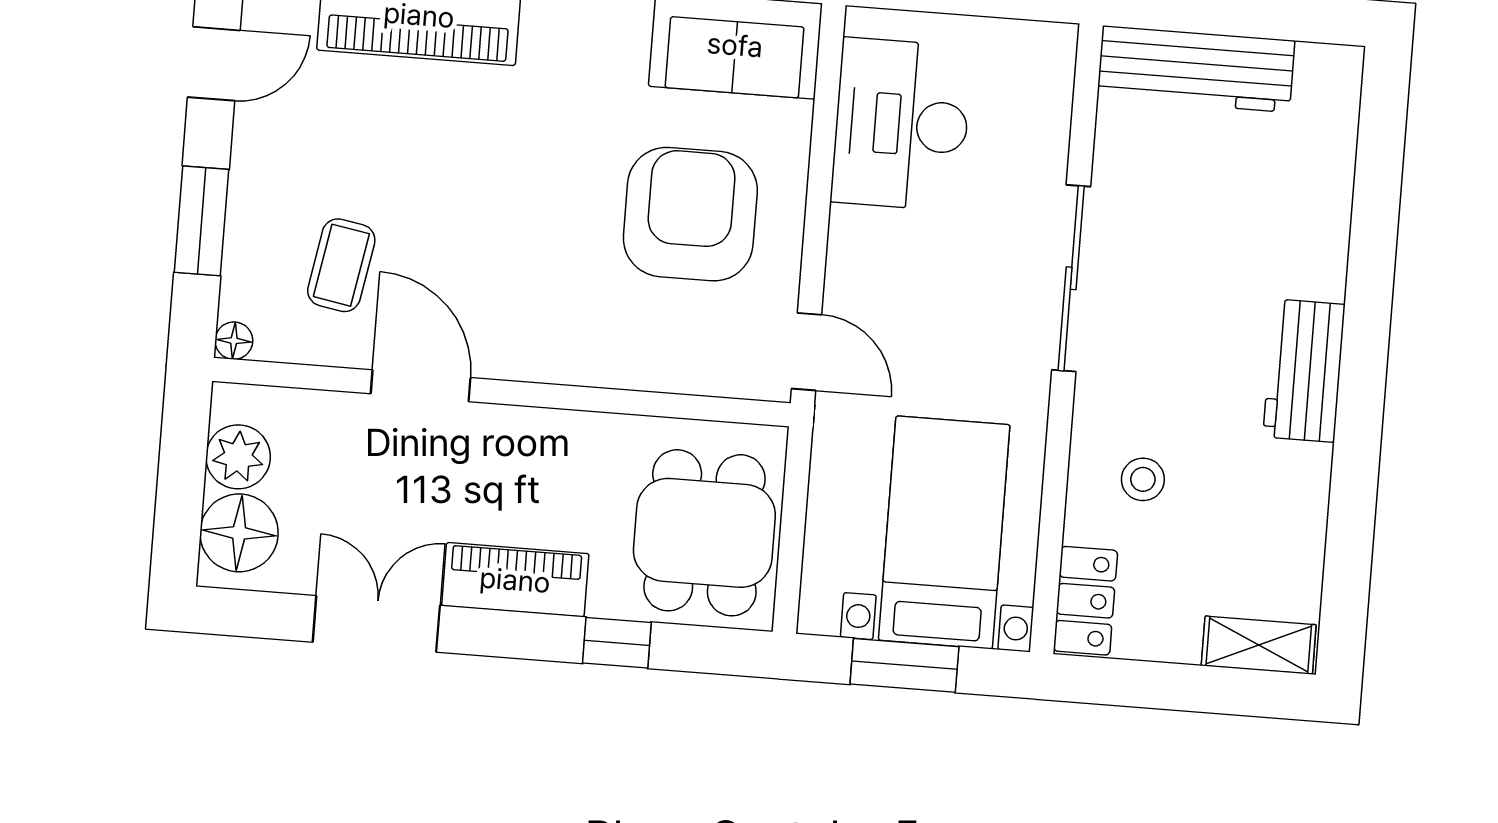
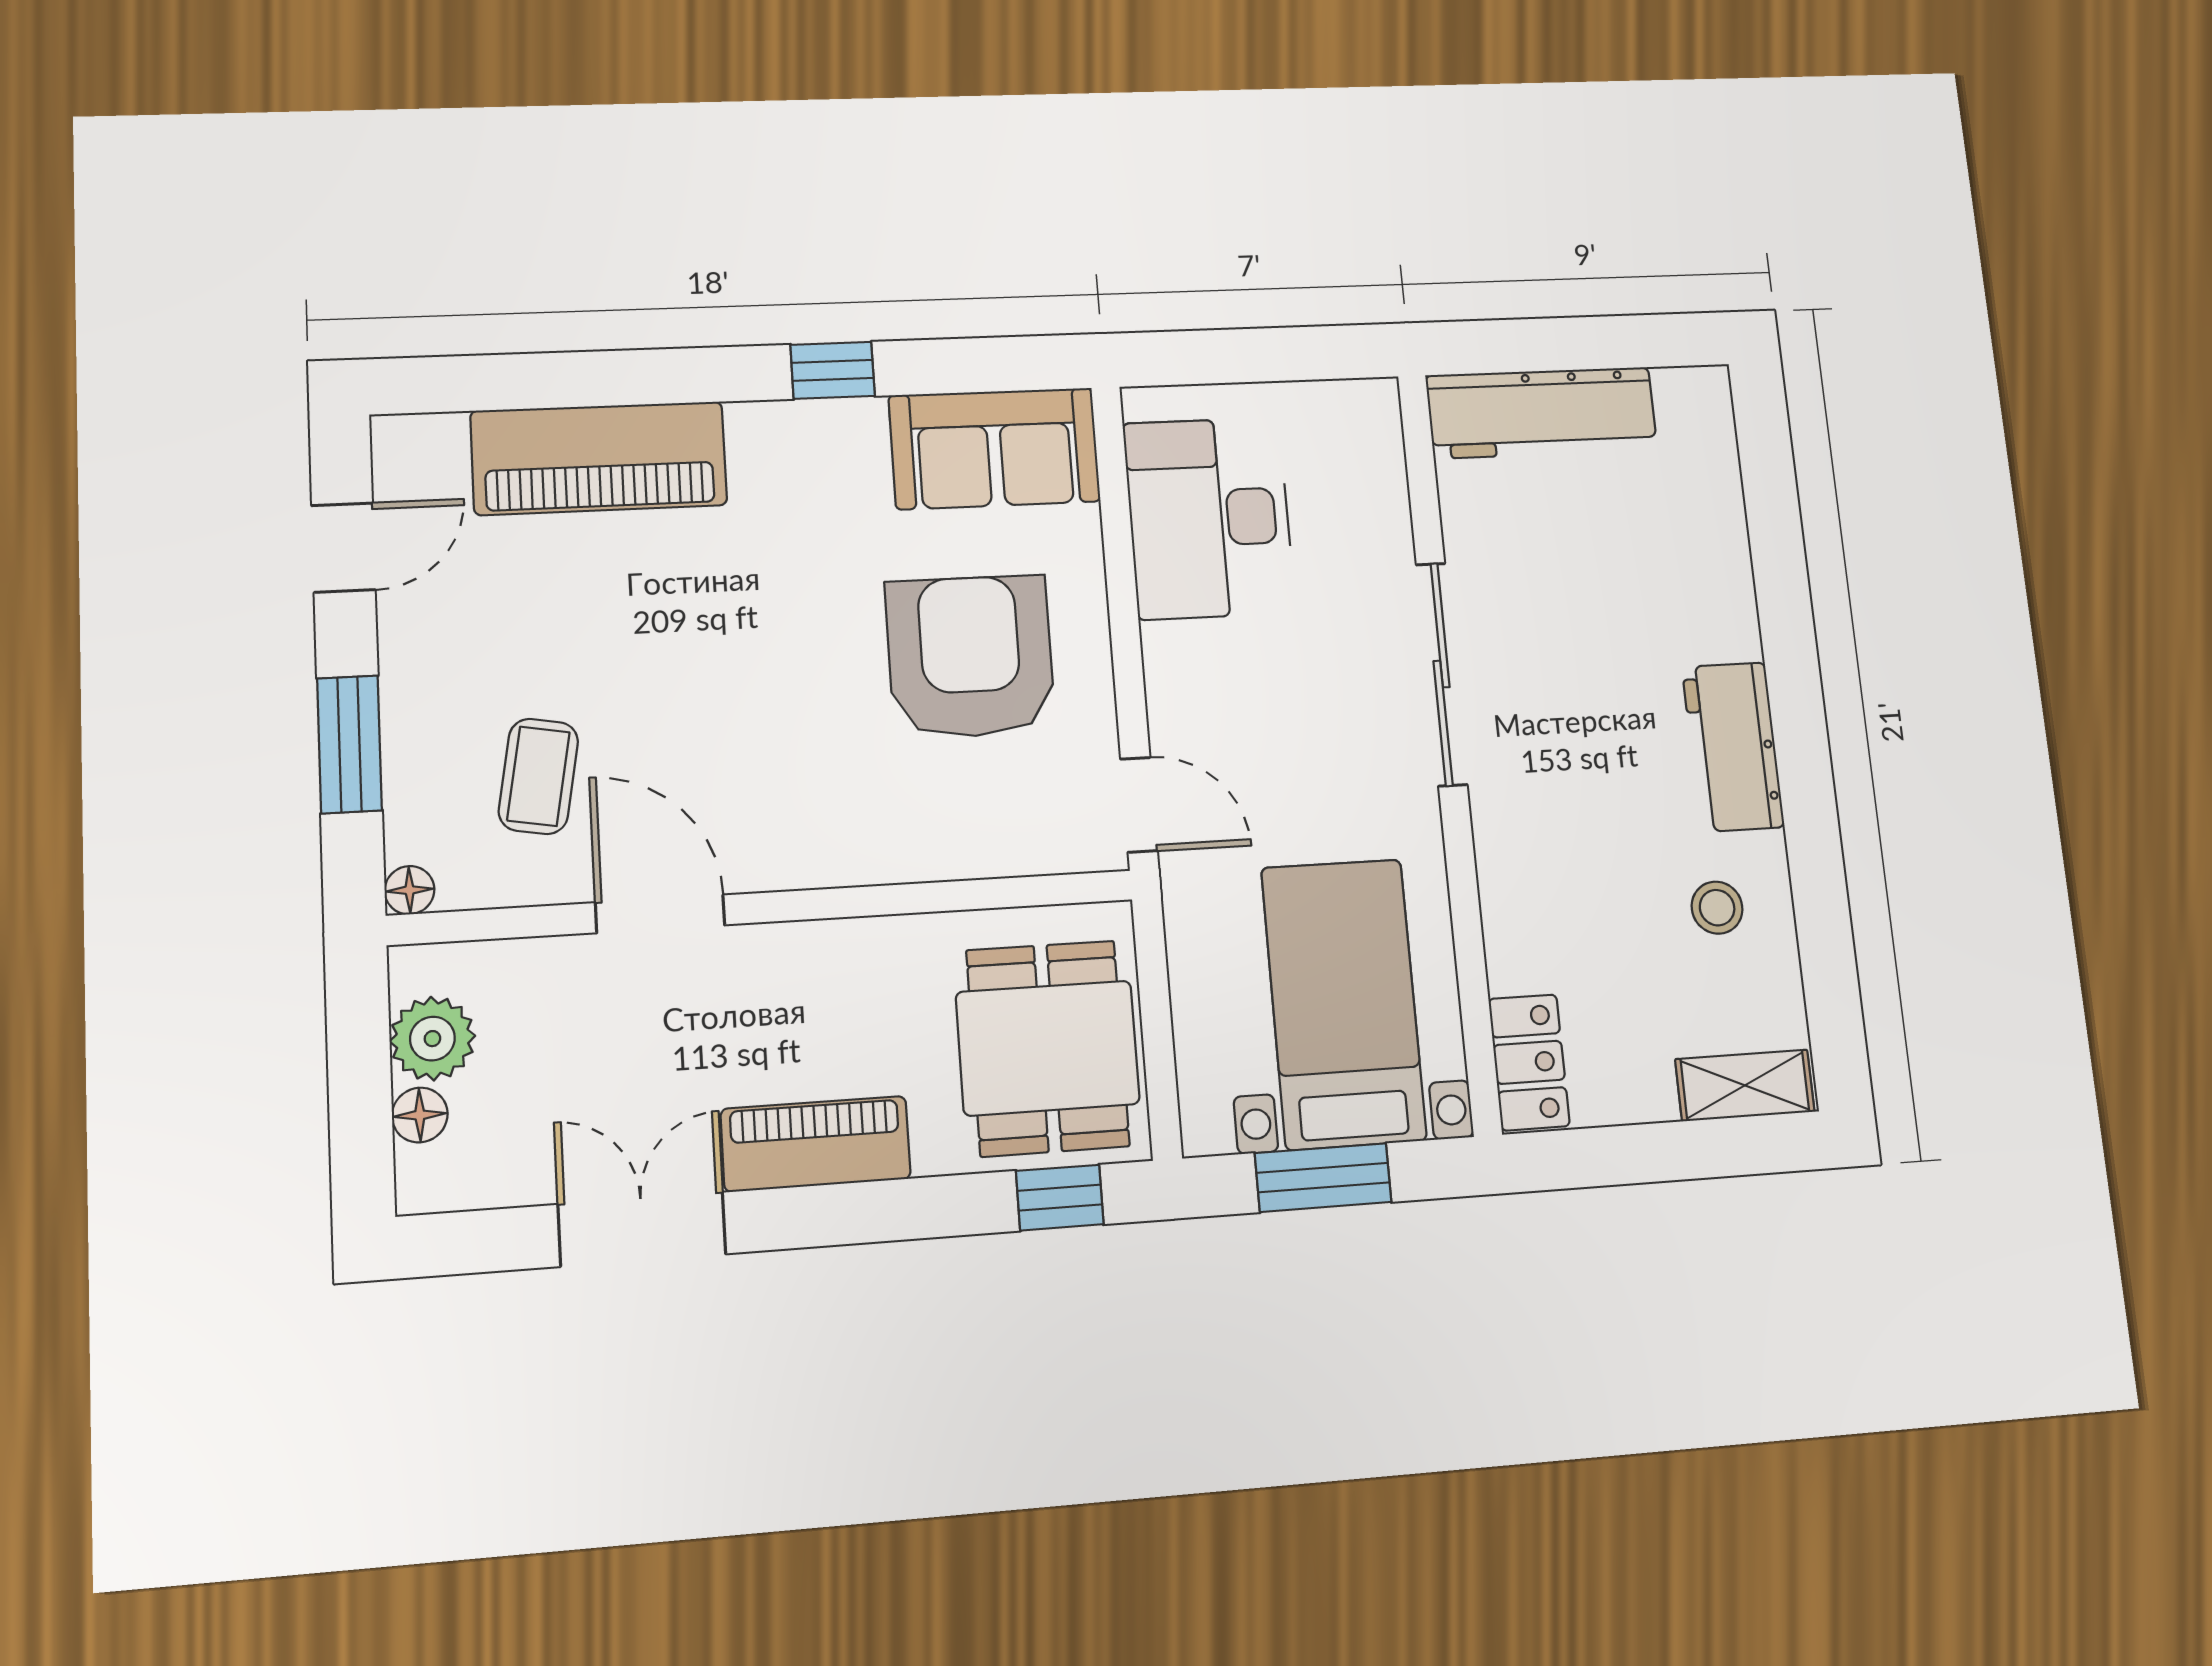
stool: (1143, 479) -> (1717, 908), moved
floor lamp: (239, 533) -> (420, 1115), width x0.53, depth x0.53
window: (617, 643) -> (1060, 1198), moved

